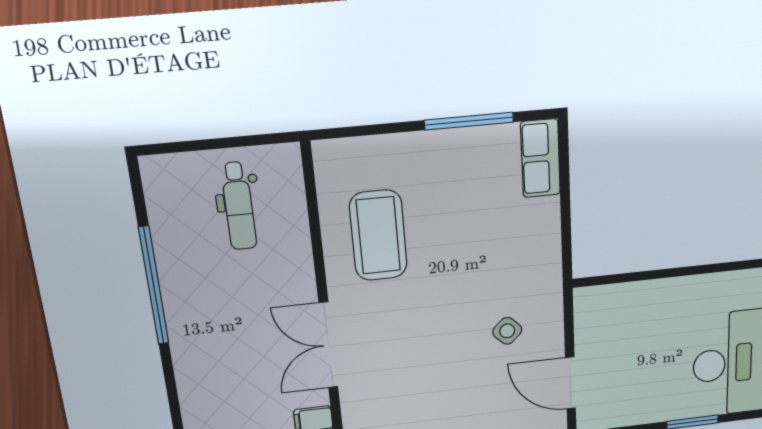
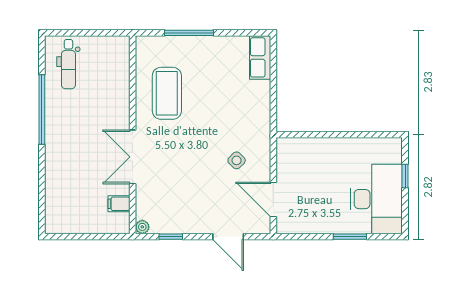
window: (469, 121) -> (189, 33), moved
dental chair: (239, 206) -> (68, 64), moved

